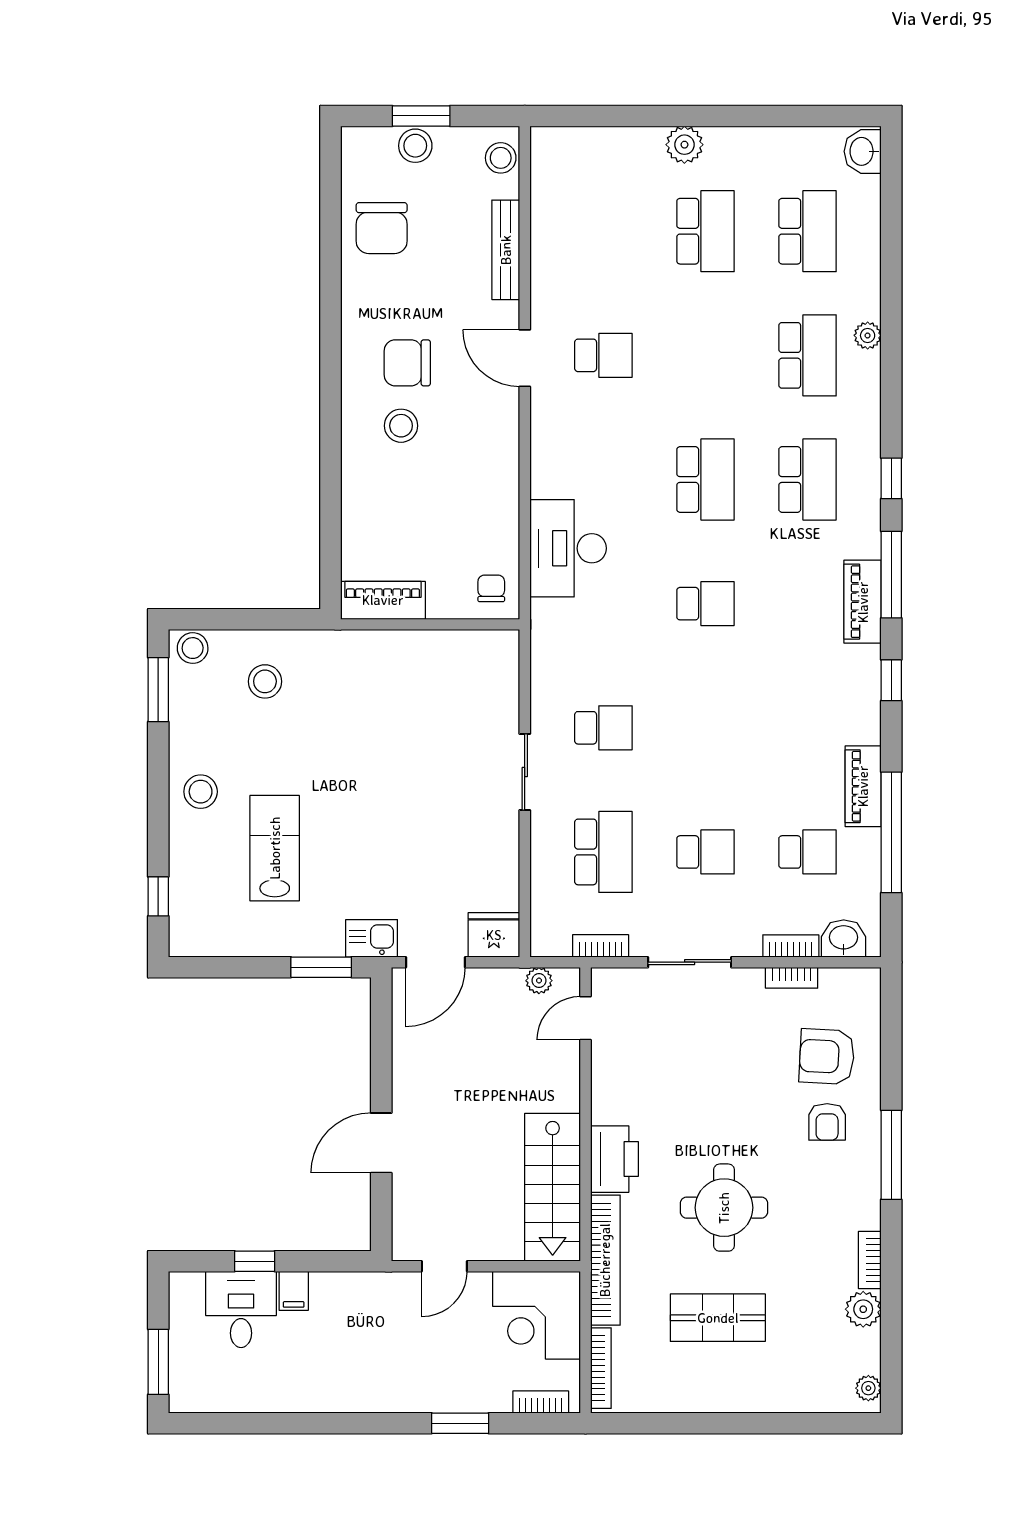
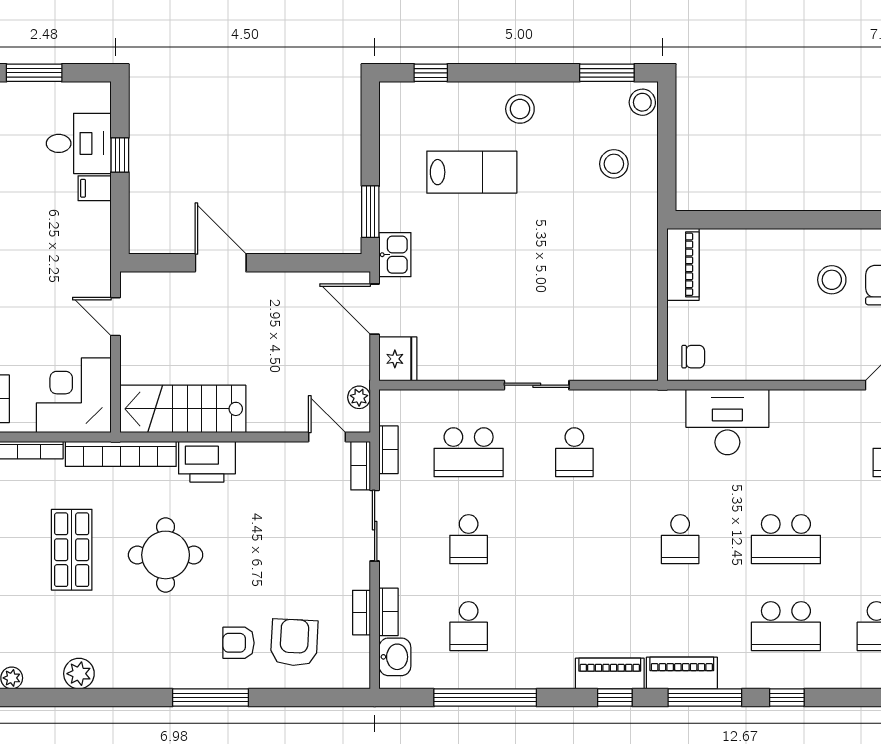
piano: (863, 786) -> (610, 674), moved
bookcase: (870, 1260) -> (361, 466), moved, turned -90

